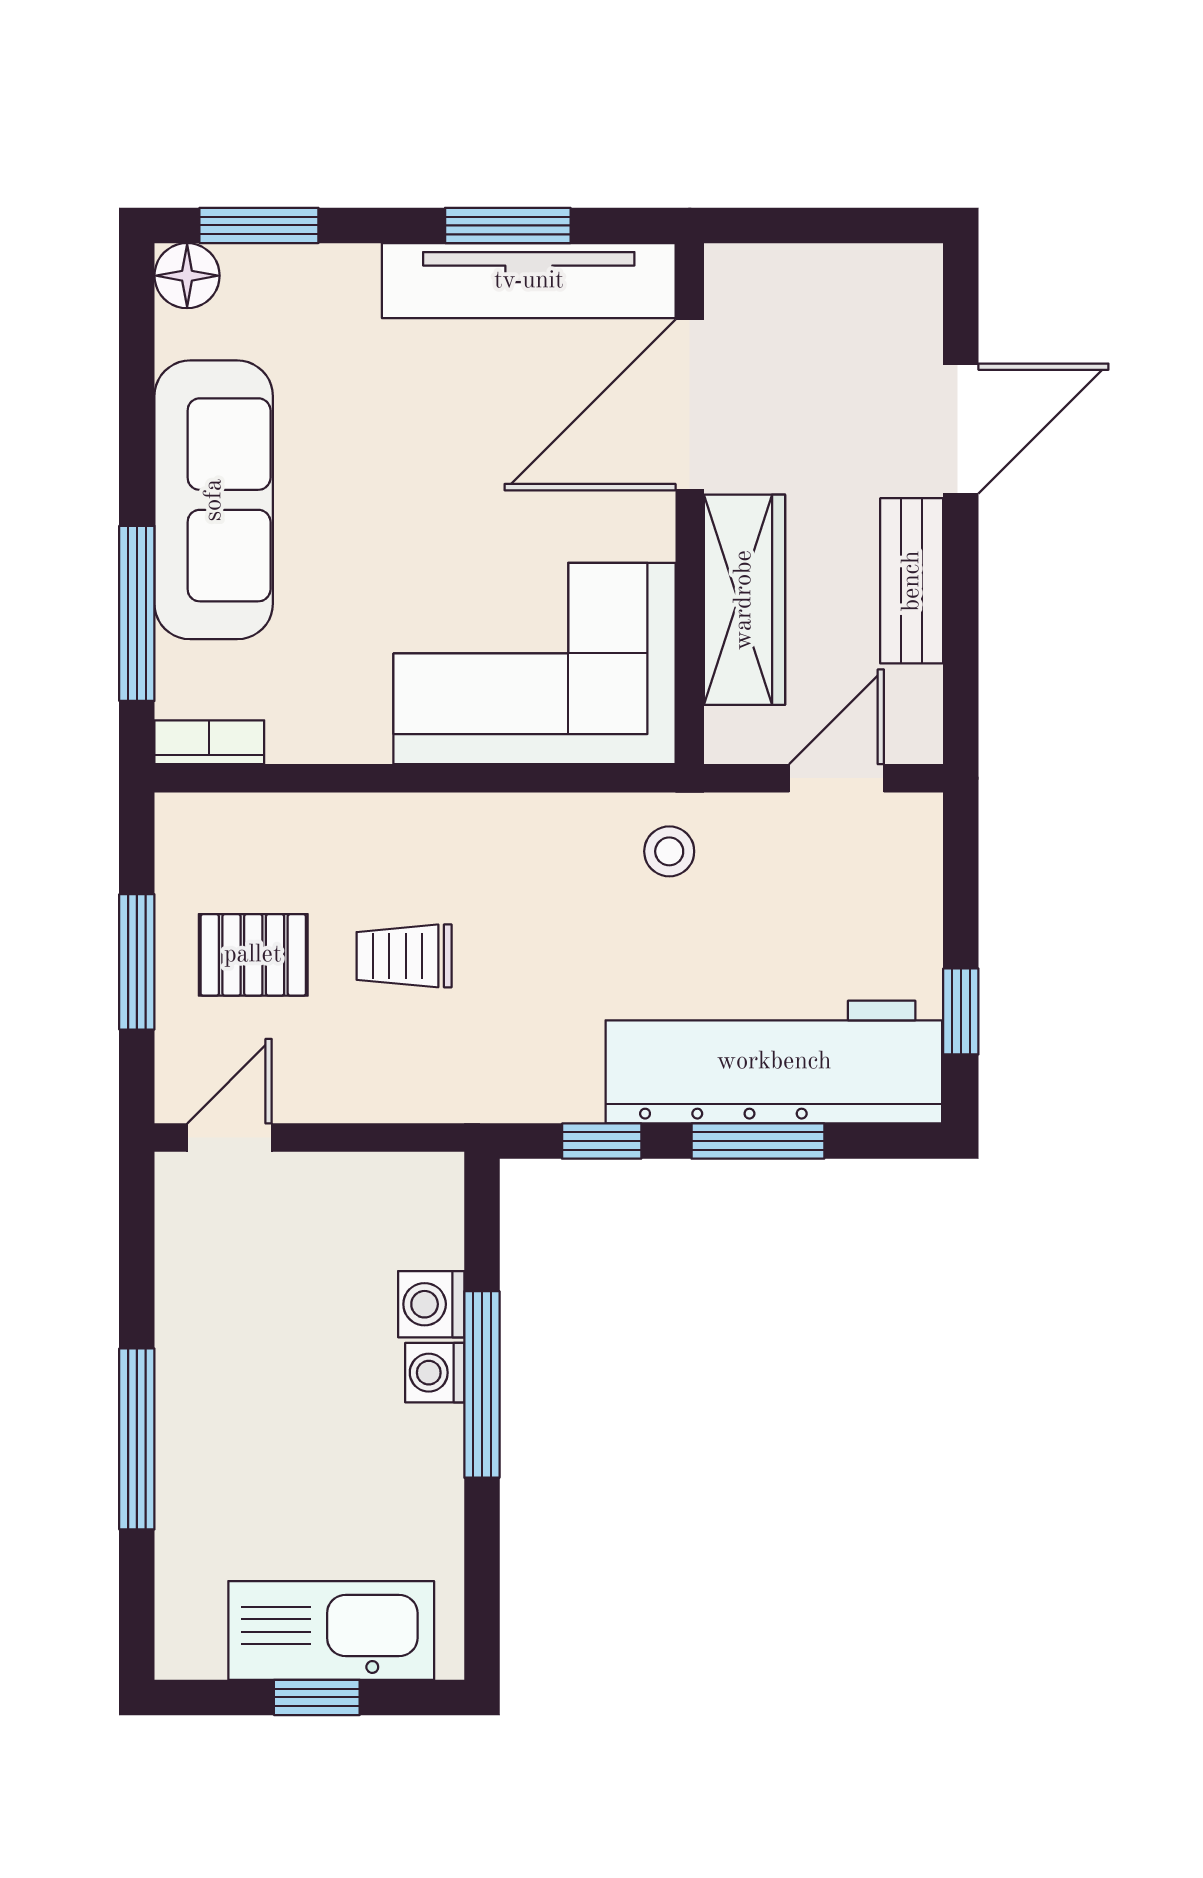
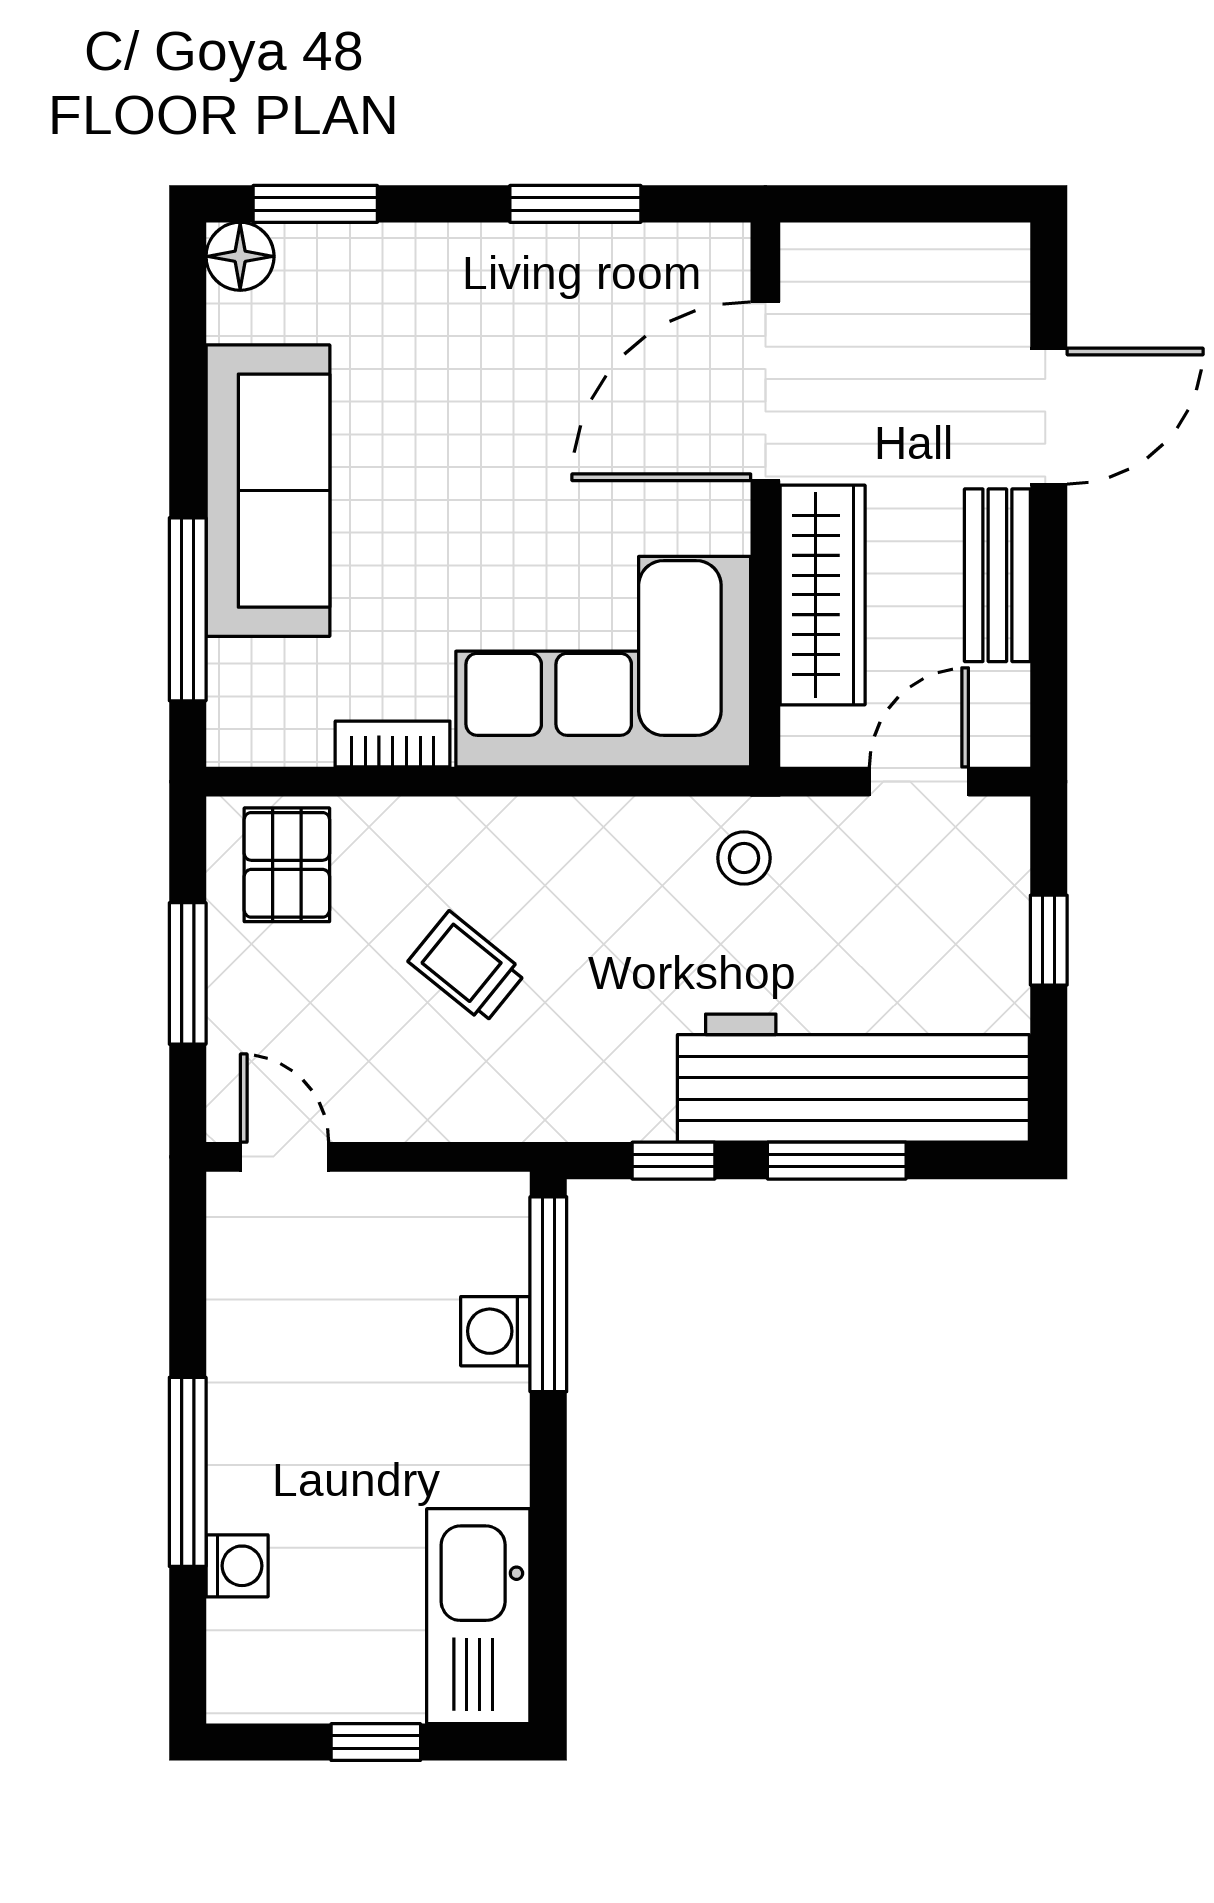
tv unit: (529, 281) -> (597, 262), removed
bookcase: (209, 742) -> (393, 744), moved
pallet: (253, 955) -> (287, 865), moved, turned 90
trolley: (404, 956) -> (467, 967), turned 39
window: (961, 1011) -> (1049, 940), moved
door: (230, 1138) -> (285, 1157), hinge flipped
washing machine: (435, 1373) -> (237, 1566), moved, turned 180
window: (482, 1384) -> (548, 1294), moved
kitchen sink: (331, 1630) -> (478, 1616), moved, turned -90

